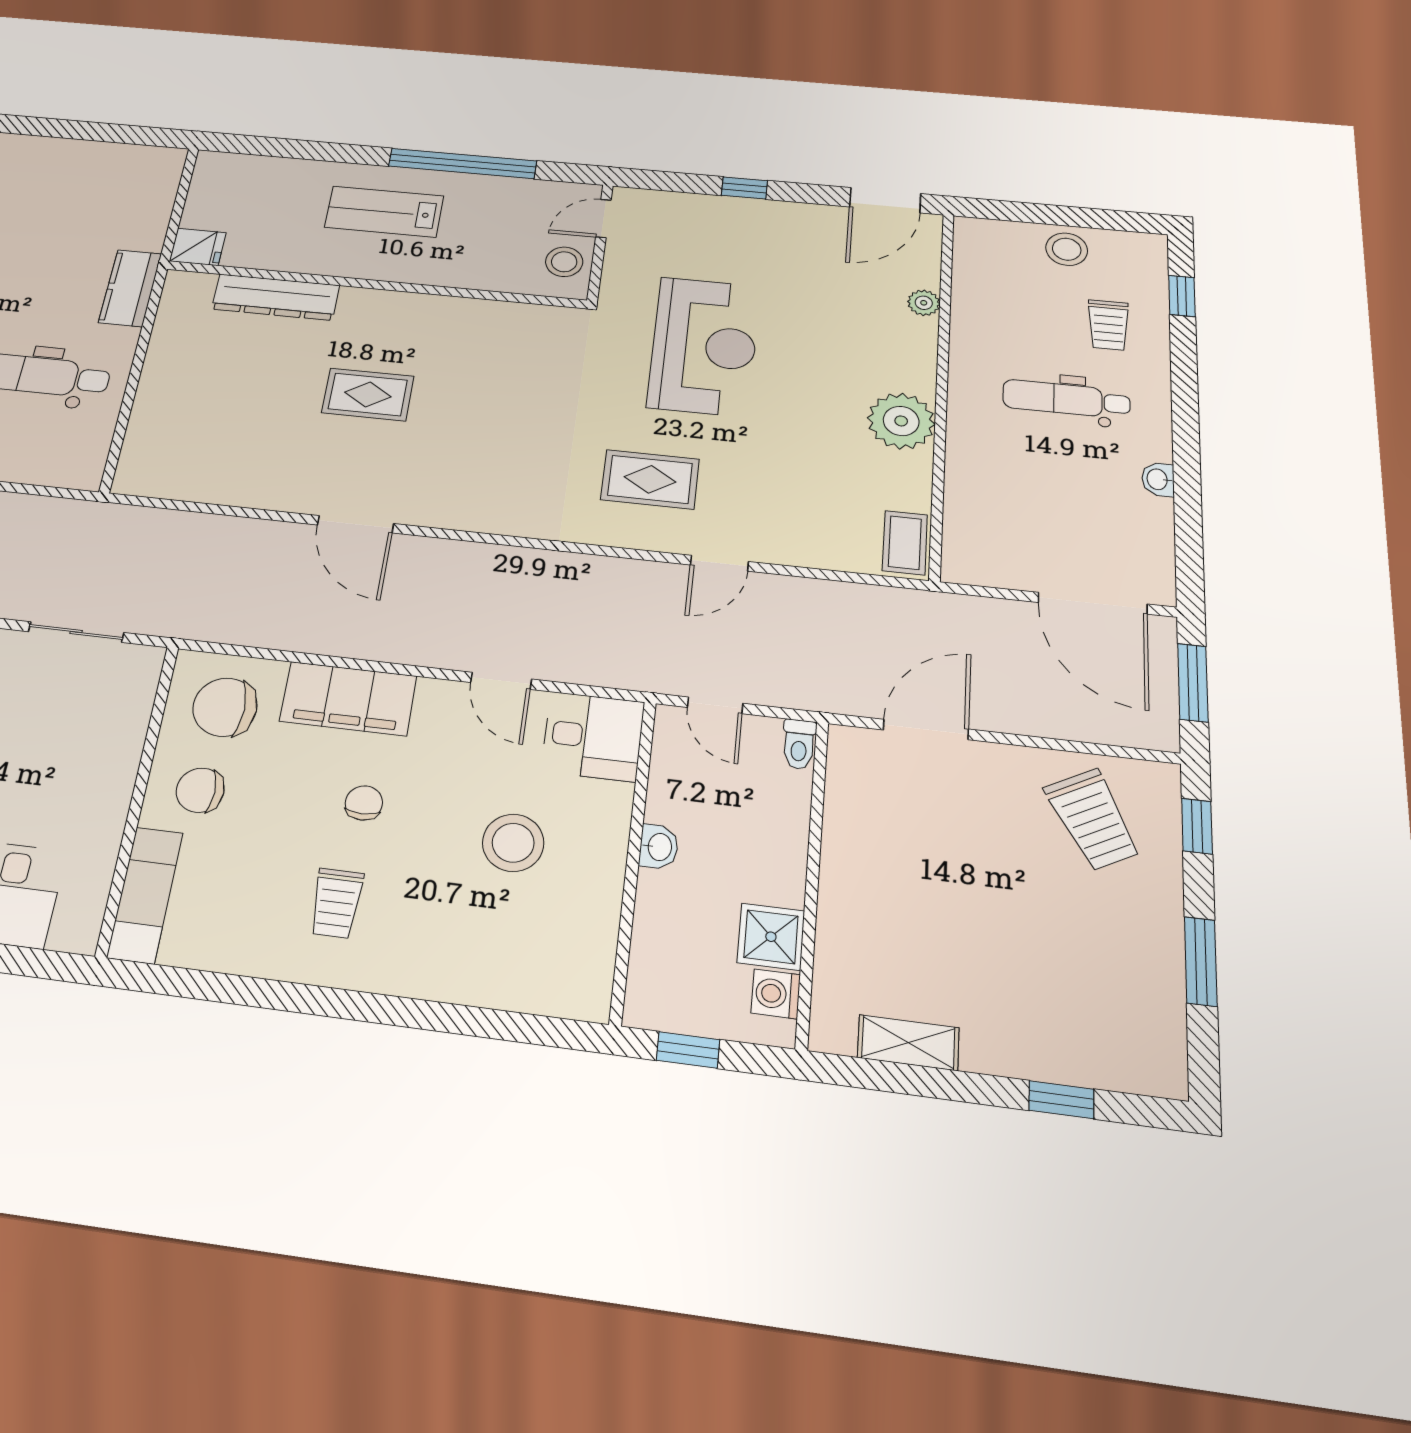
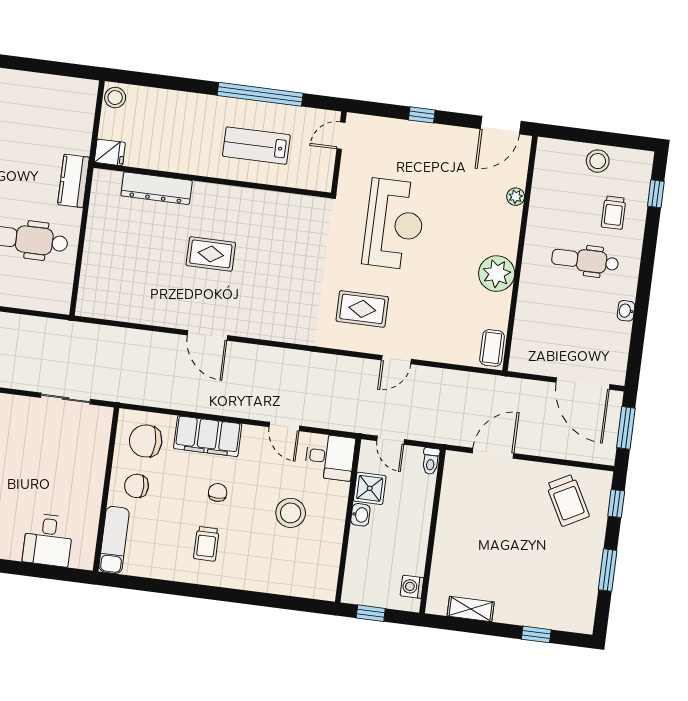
lab bench: (384, 212) -> (256, 146), moved
stool: (564, 262) -> (115, 98), moved
shower: (771, 937) -> (370, 488), moved

